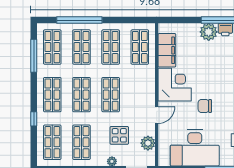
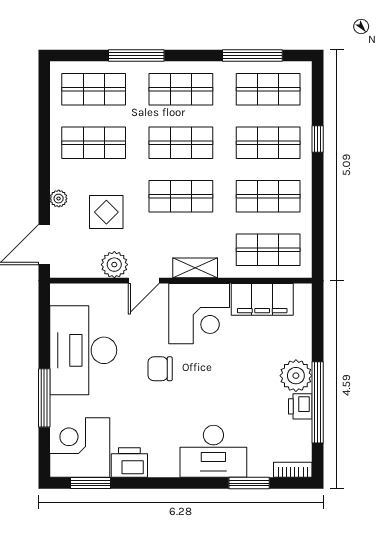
window: (79, 20) -> (318, 139), width x0.32
shelving: (150, 87) -> (195, 268), added
chair: (205, 106) -> (160, 369), turned -90
door: (157, 115) -> (144, 281), hinge flipped
window: (34, 119) -> (136, 55), width x2.17
plant: (148, 143) -> (114, 265), moved

